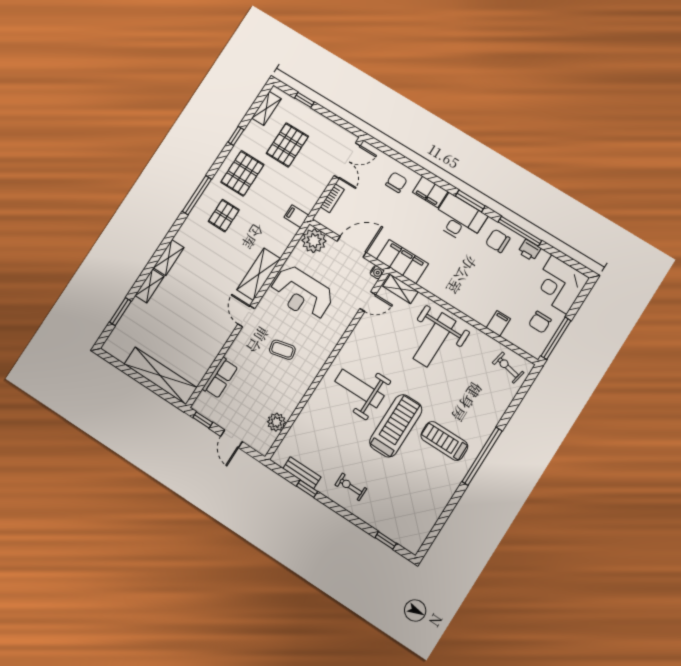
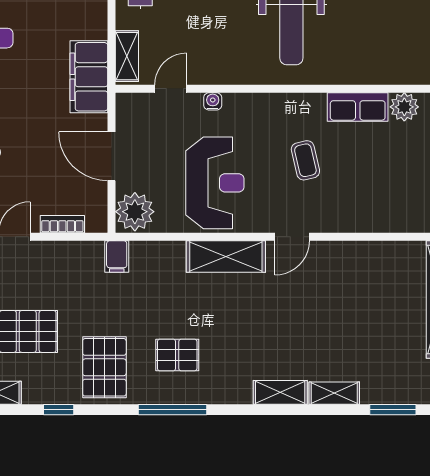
pallet: (242, 173) -> (104, 367), turned 90
water cooler: (377, 272) -> (213, 101), moved
door: (368, 302) -> (171, 89), hinge flipped
row of seats: (220, 378) -> (358, 107), moved, turned 180

